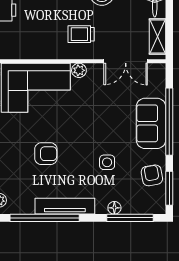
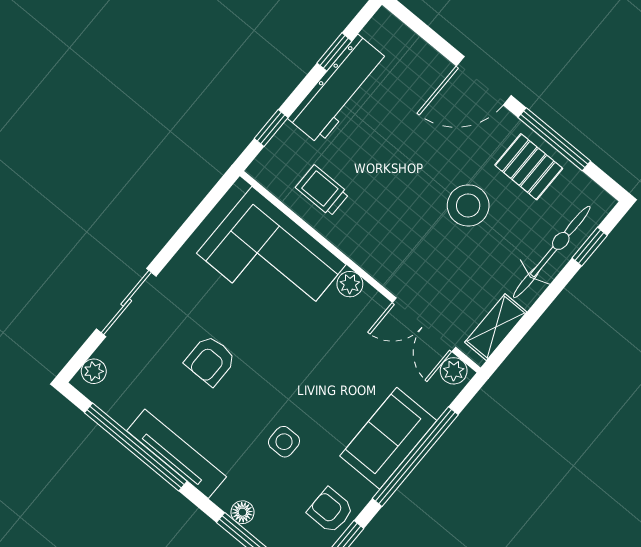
trolley: (81, 34) -> (322, 191), moved
plant: (155, 71) -> (454, 371), added
armchair: (46, 154) -> (210, 360), turned 90
armchair: (152, 175) -> (330, 510), turned -80

